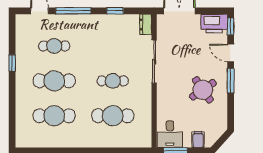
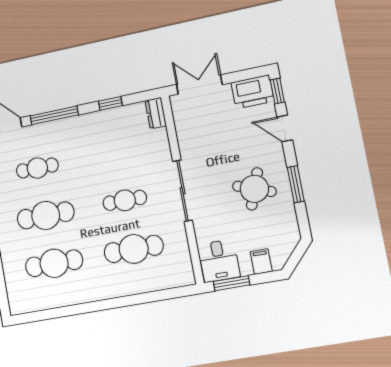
sliding door: (154, 62) -> (183, 191), moved
window: (231, 81) -> (296, 184), moved
round table: (203, 90) -> (254, 189), turned -35

